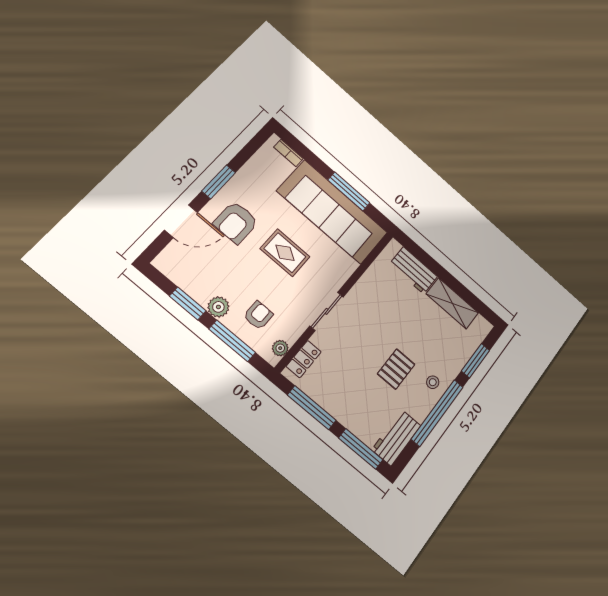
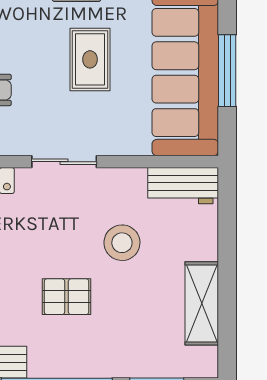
workbench: (413, 270) -> (183, 186), moved, turned -90
stool: (433, 382) -> (122, 243), moved, width x1.89, depth x1.89

